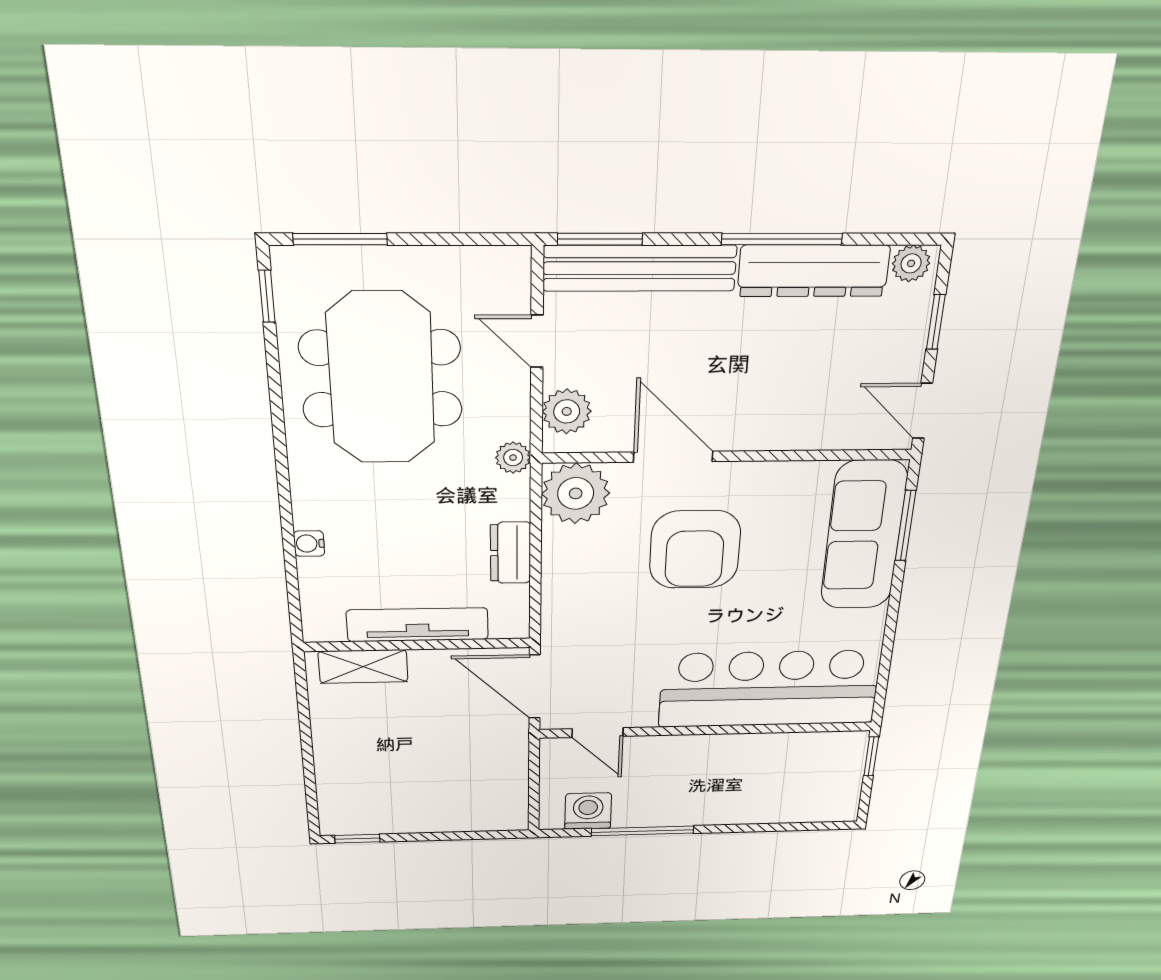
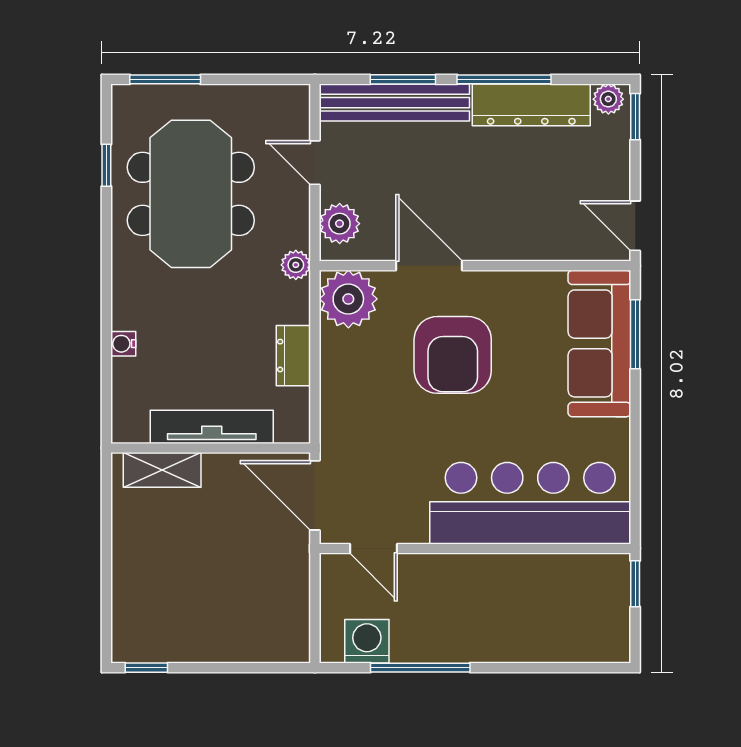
window: (600, 239) -> (403, 79), moved
window: (267, 296) -> (106, 165), moved
window: (936, 322) -> (635, 117), moved

